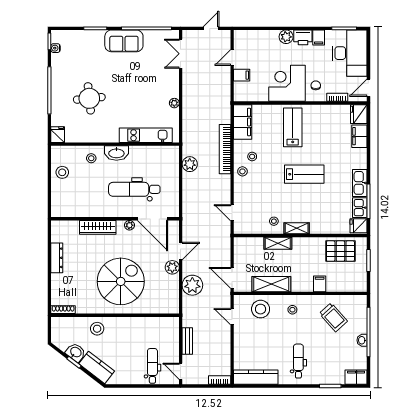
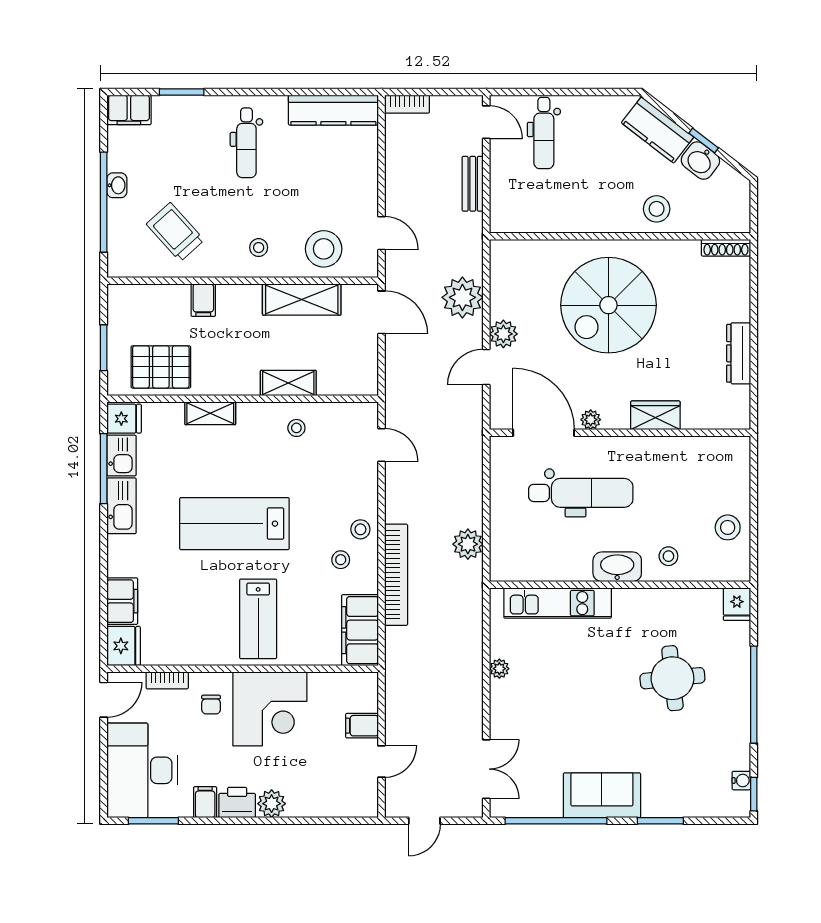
lab bench: (304, 174) -> (234, 524), width x1.36, depth x1.39
wardrobe: (98, 227) -> (655, 415), width x0.67
shelving: (297, 228) -> (210, 413), moved

